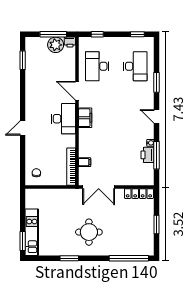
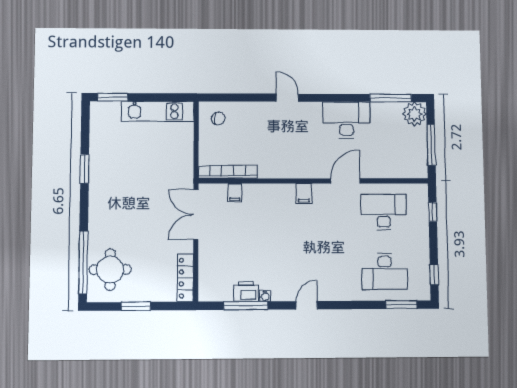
printer: (70, 42) -> (420, 170), removed
plant: (56, 45) -> (414, 114), moved
window: (23, 60) -> (391, 98), width x1.44
window: (157, 82) -> (401, 305), moved
filing cabinet: (85, 118) -> (304, 193), width x0.50
desk: (63, 119) -> (347, 120), moved, turned 180
kitchen unit: (32, 232) -> (158, 111), moved
round table: (89, 232) -> (110, 270), moved

